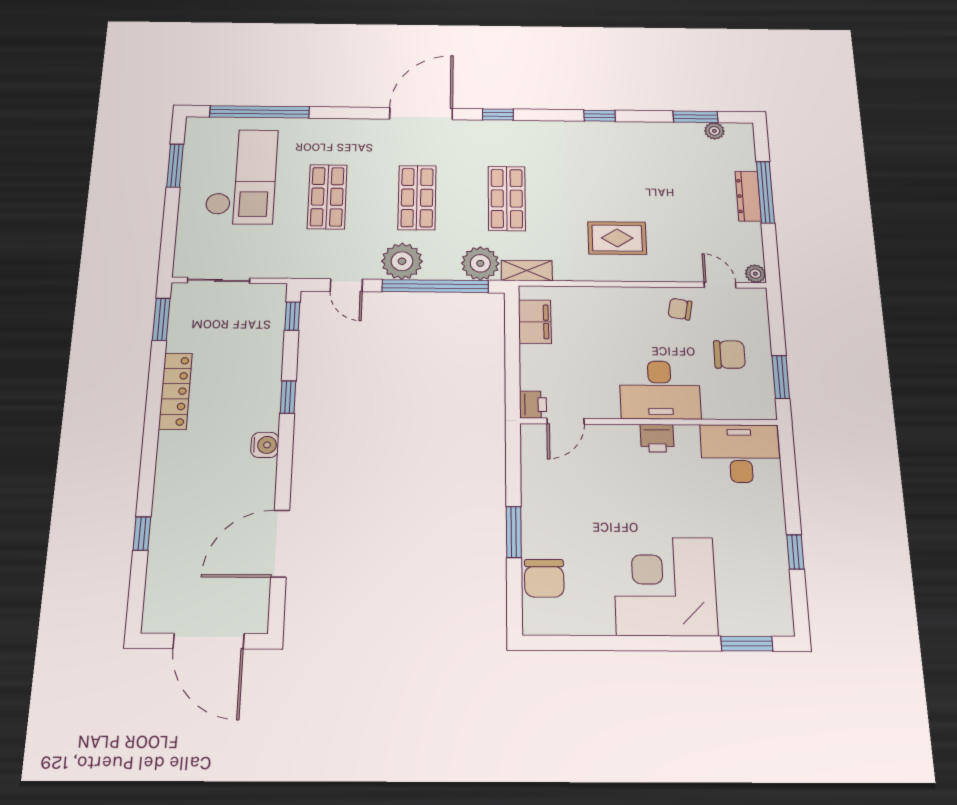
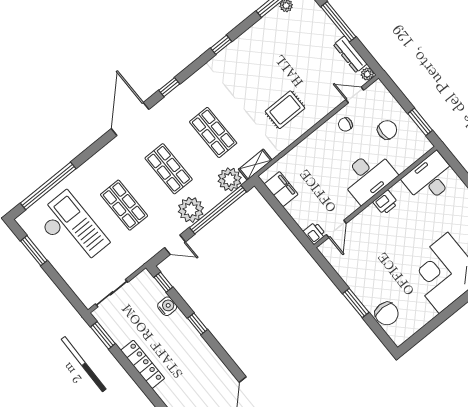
dresser: (748, 196) -> (350, 54), moved
water cooler: (265, 445) -> (167, 306), moved

